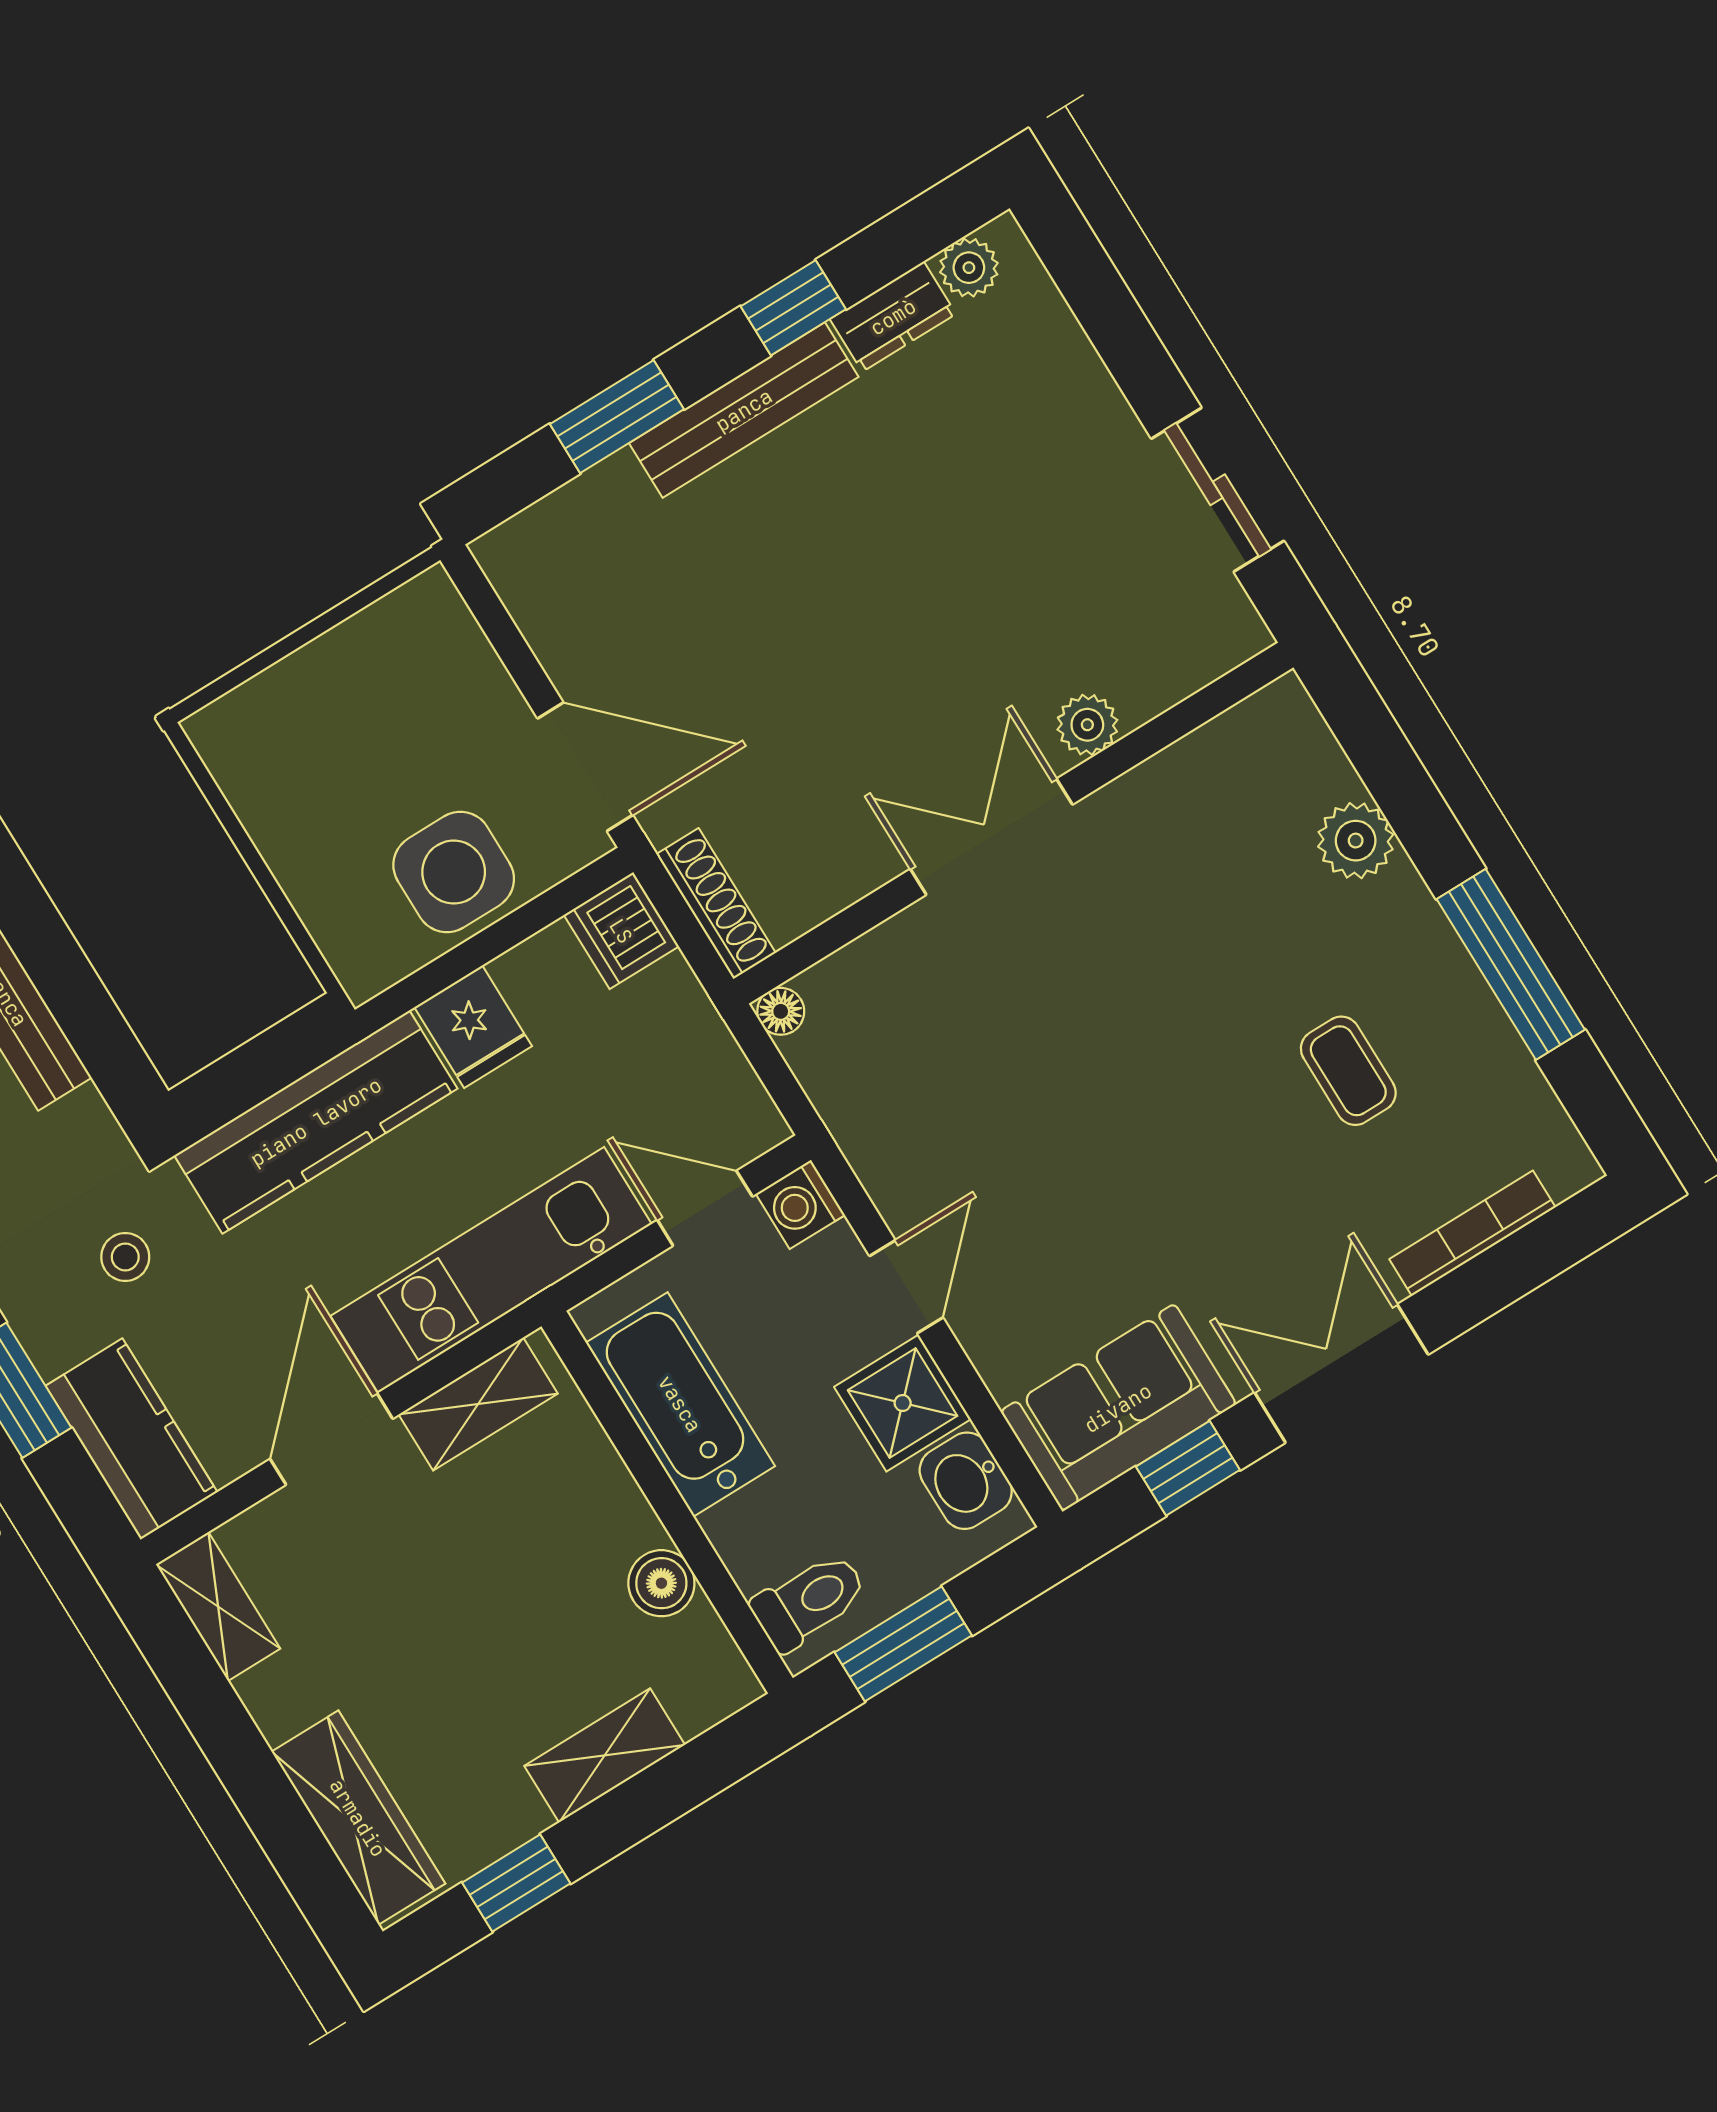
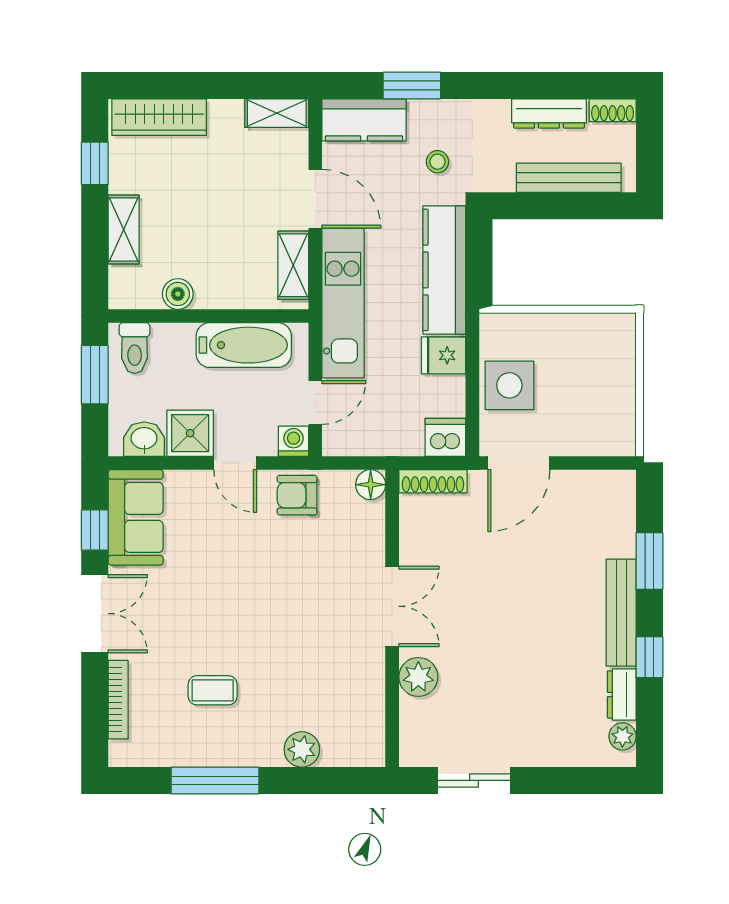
plant: (1087, 725) -> (418, 677), width x1.38, depth x1.38
floor lamp: (781, 1011) -> (371, 485), width x1.37, depth x1.37
armchair: (895, 1137) -> (297, 495), added

